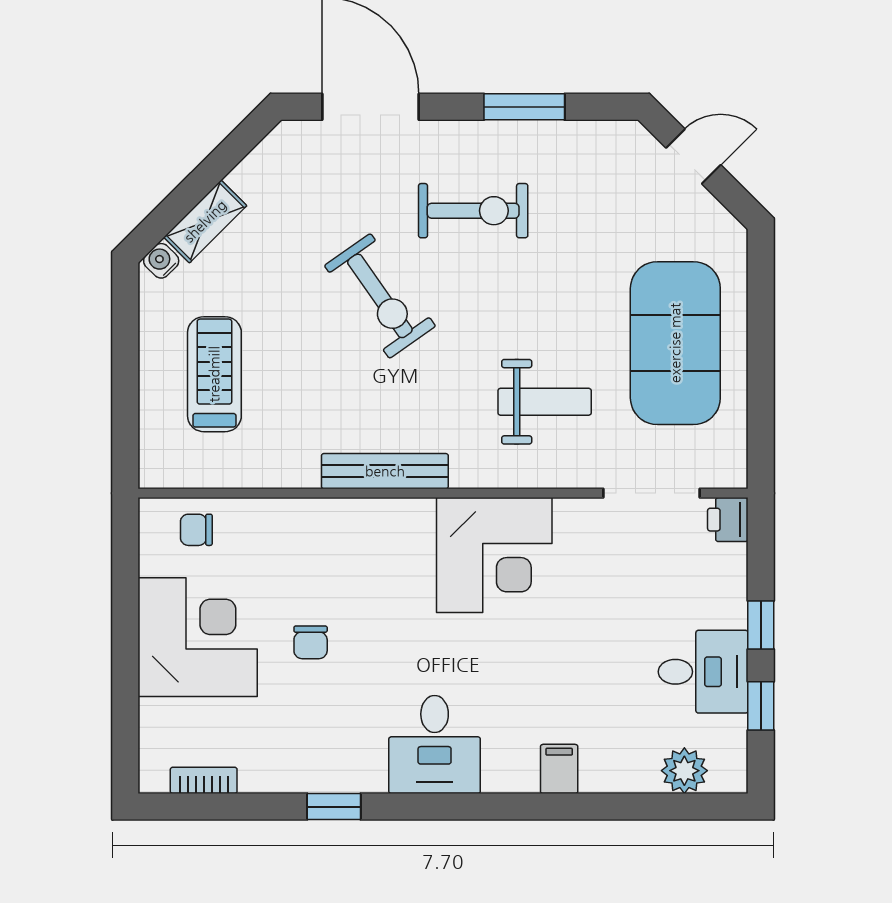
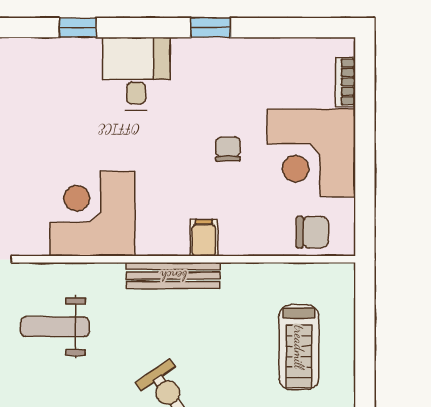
chair: (196, 530) -> (312, 232), width x1.37, depth x1.37
filing cabinet: (559, 769) -> (204, 238), moved, turned 180
bookcase: (204, 780) -> (345, 82), moved, turned 90
window: (514, 807) -> (78, 28), added

